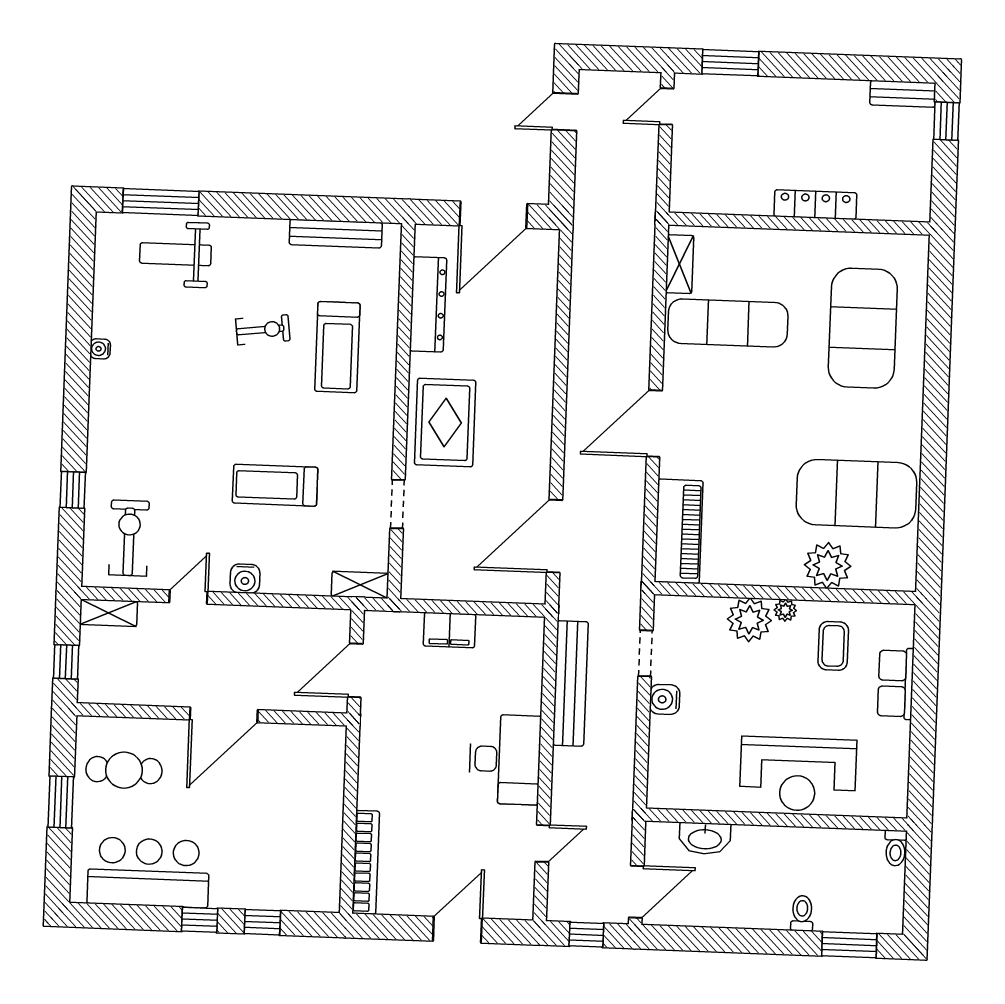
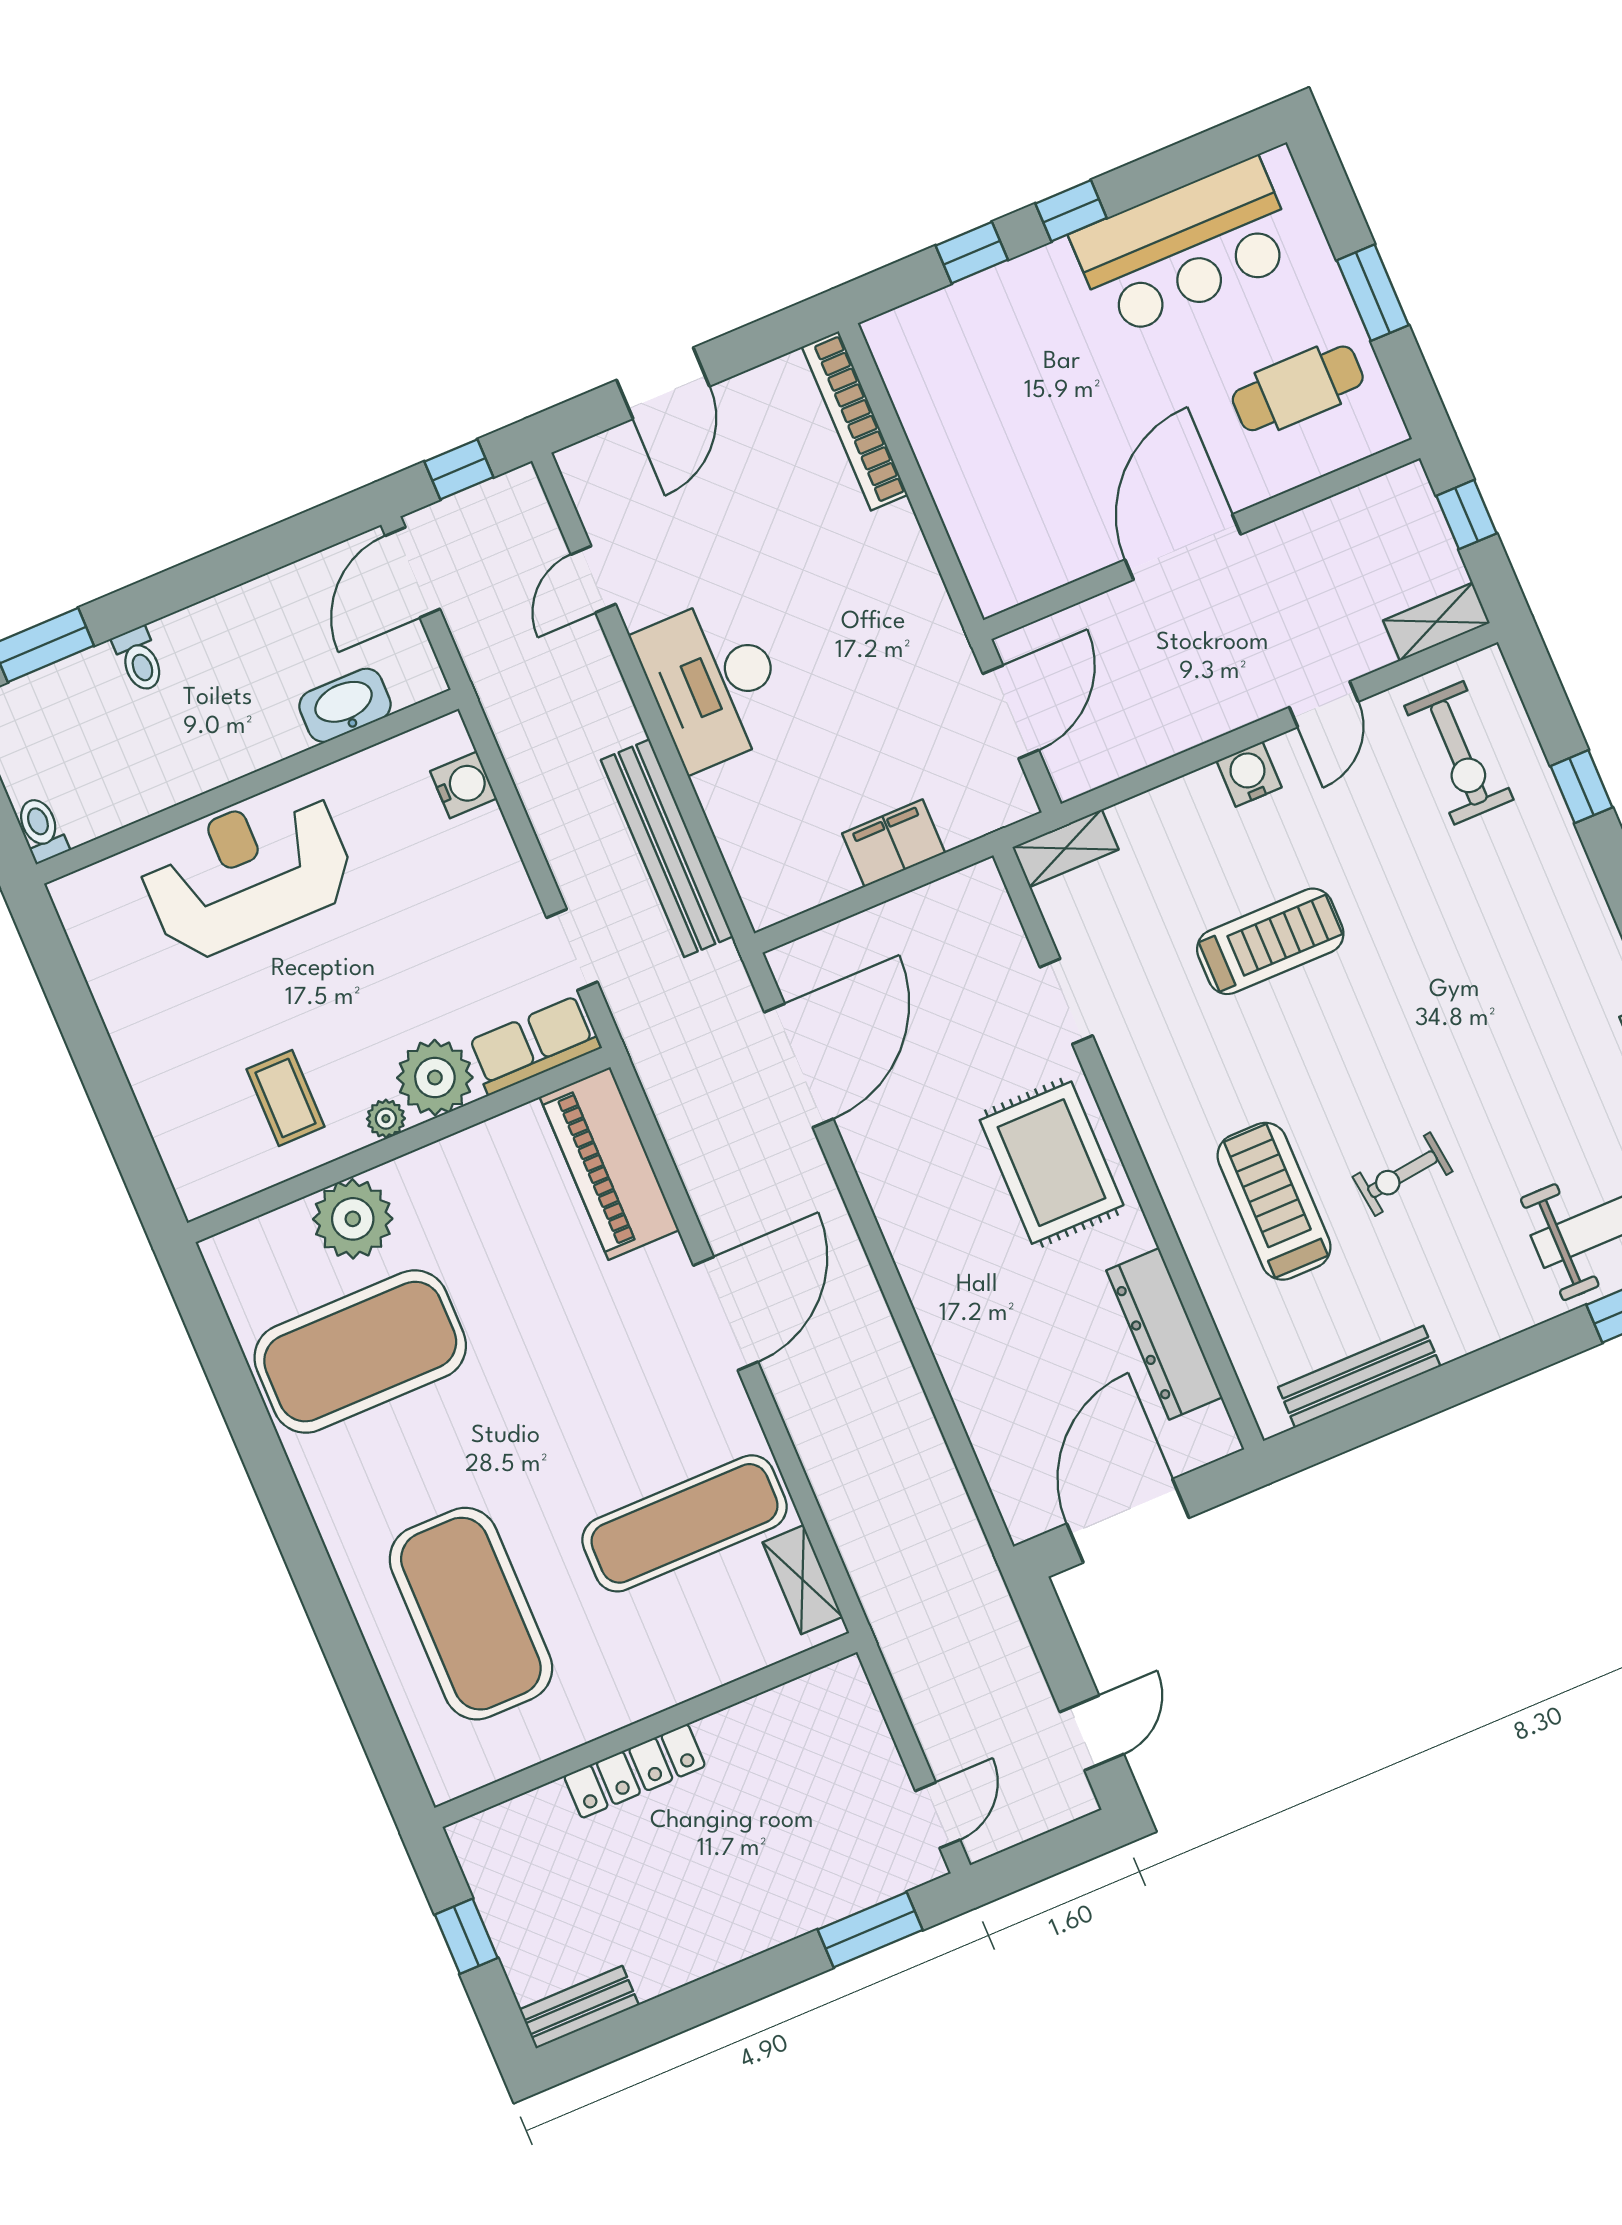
window: (946, 121) -> (466, 1936), moved
row of seats: (896, 684) -> (533, 1045), moved, turned -90
water cooler: (665, 699) -> (463, 785), moved

